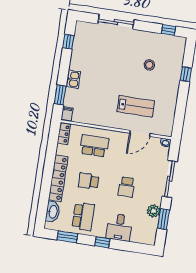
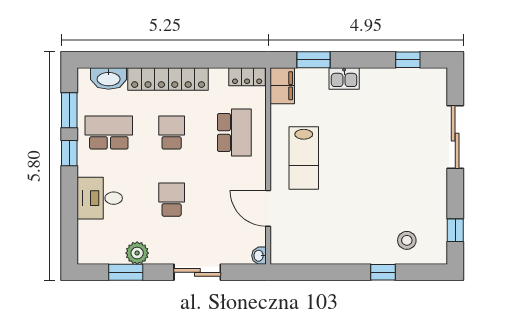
stool: (149, 65) -> (407, 240), moved
lab bench: (136, 106) -> (304, 158), moved
filing cabinet: (67, 114) -> (282, 86), width x2.00
sliding door: (170, 179) -> (197, 272), width x0.73
school desk: (126, 187) -> (172, 200), turned 90
school desk: (83, 216) -> (109, 133), turned 180
window: (102, 242) -> (69, 153), moved

